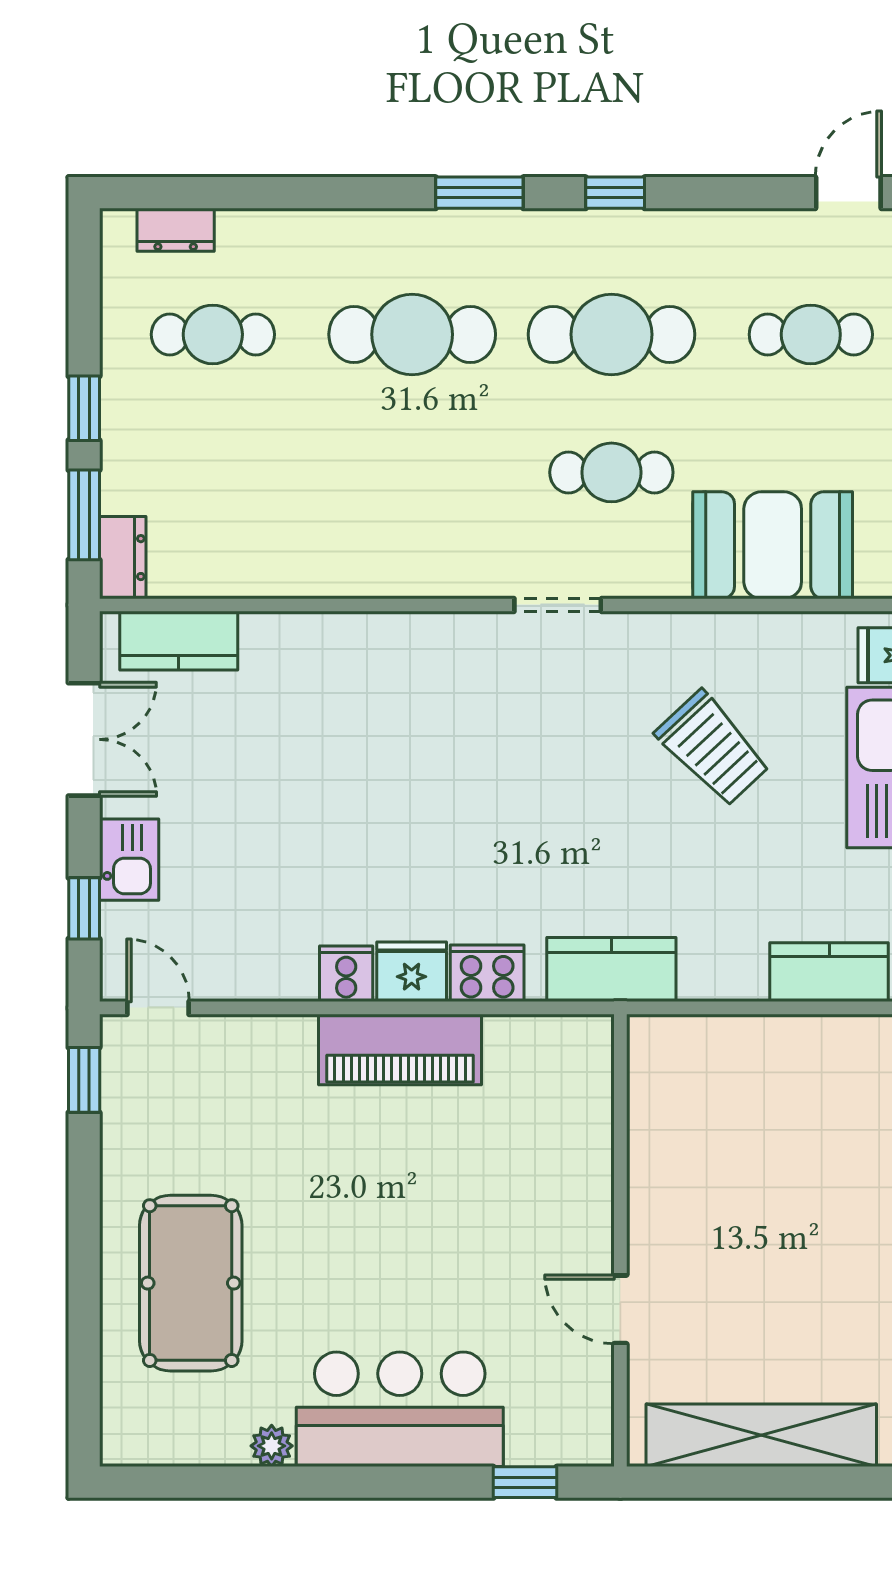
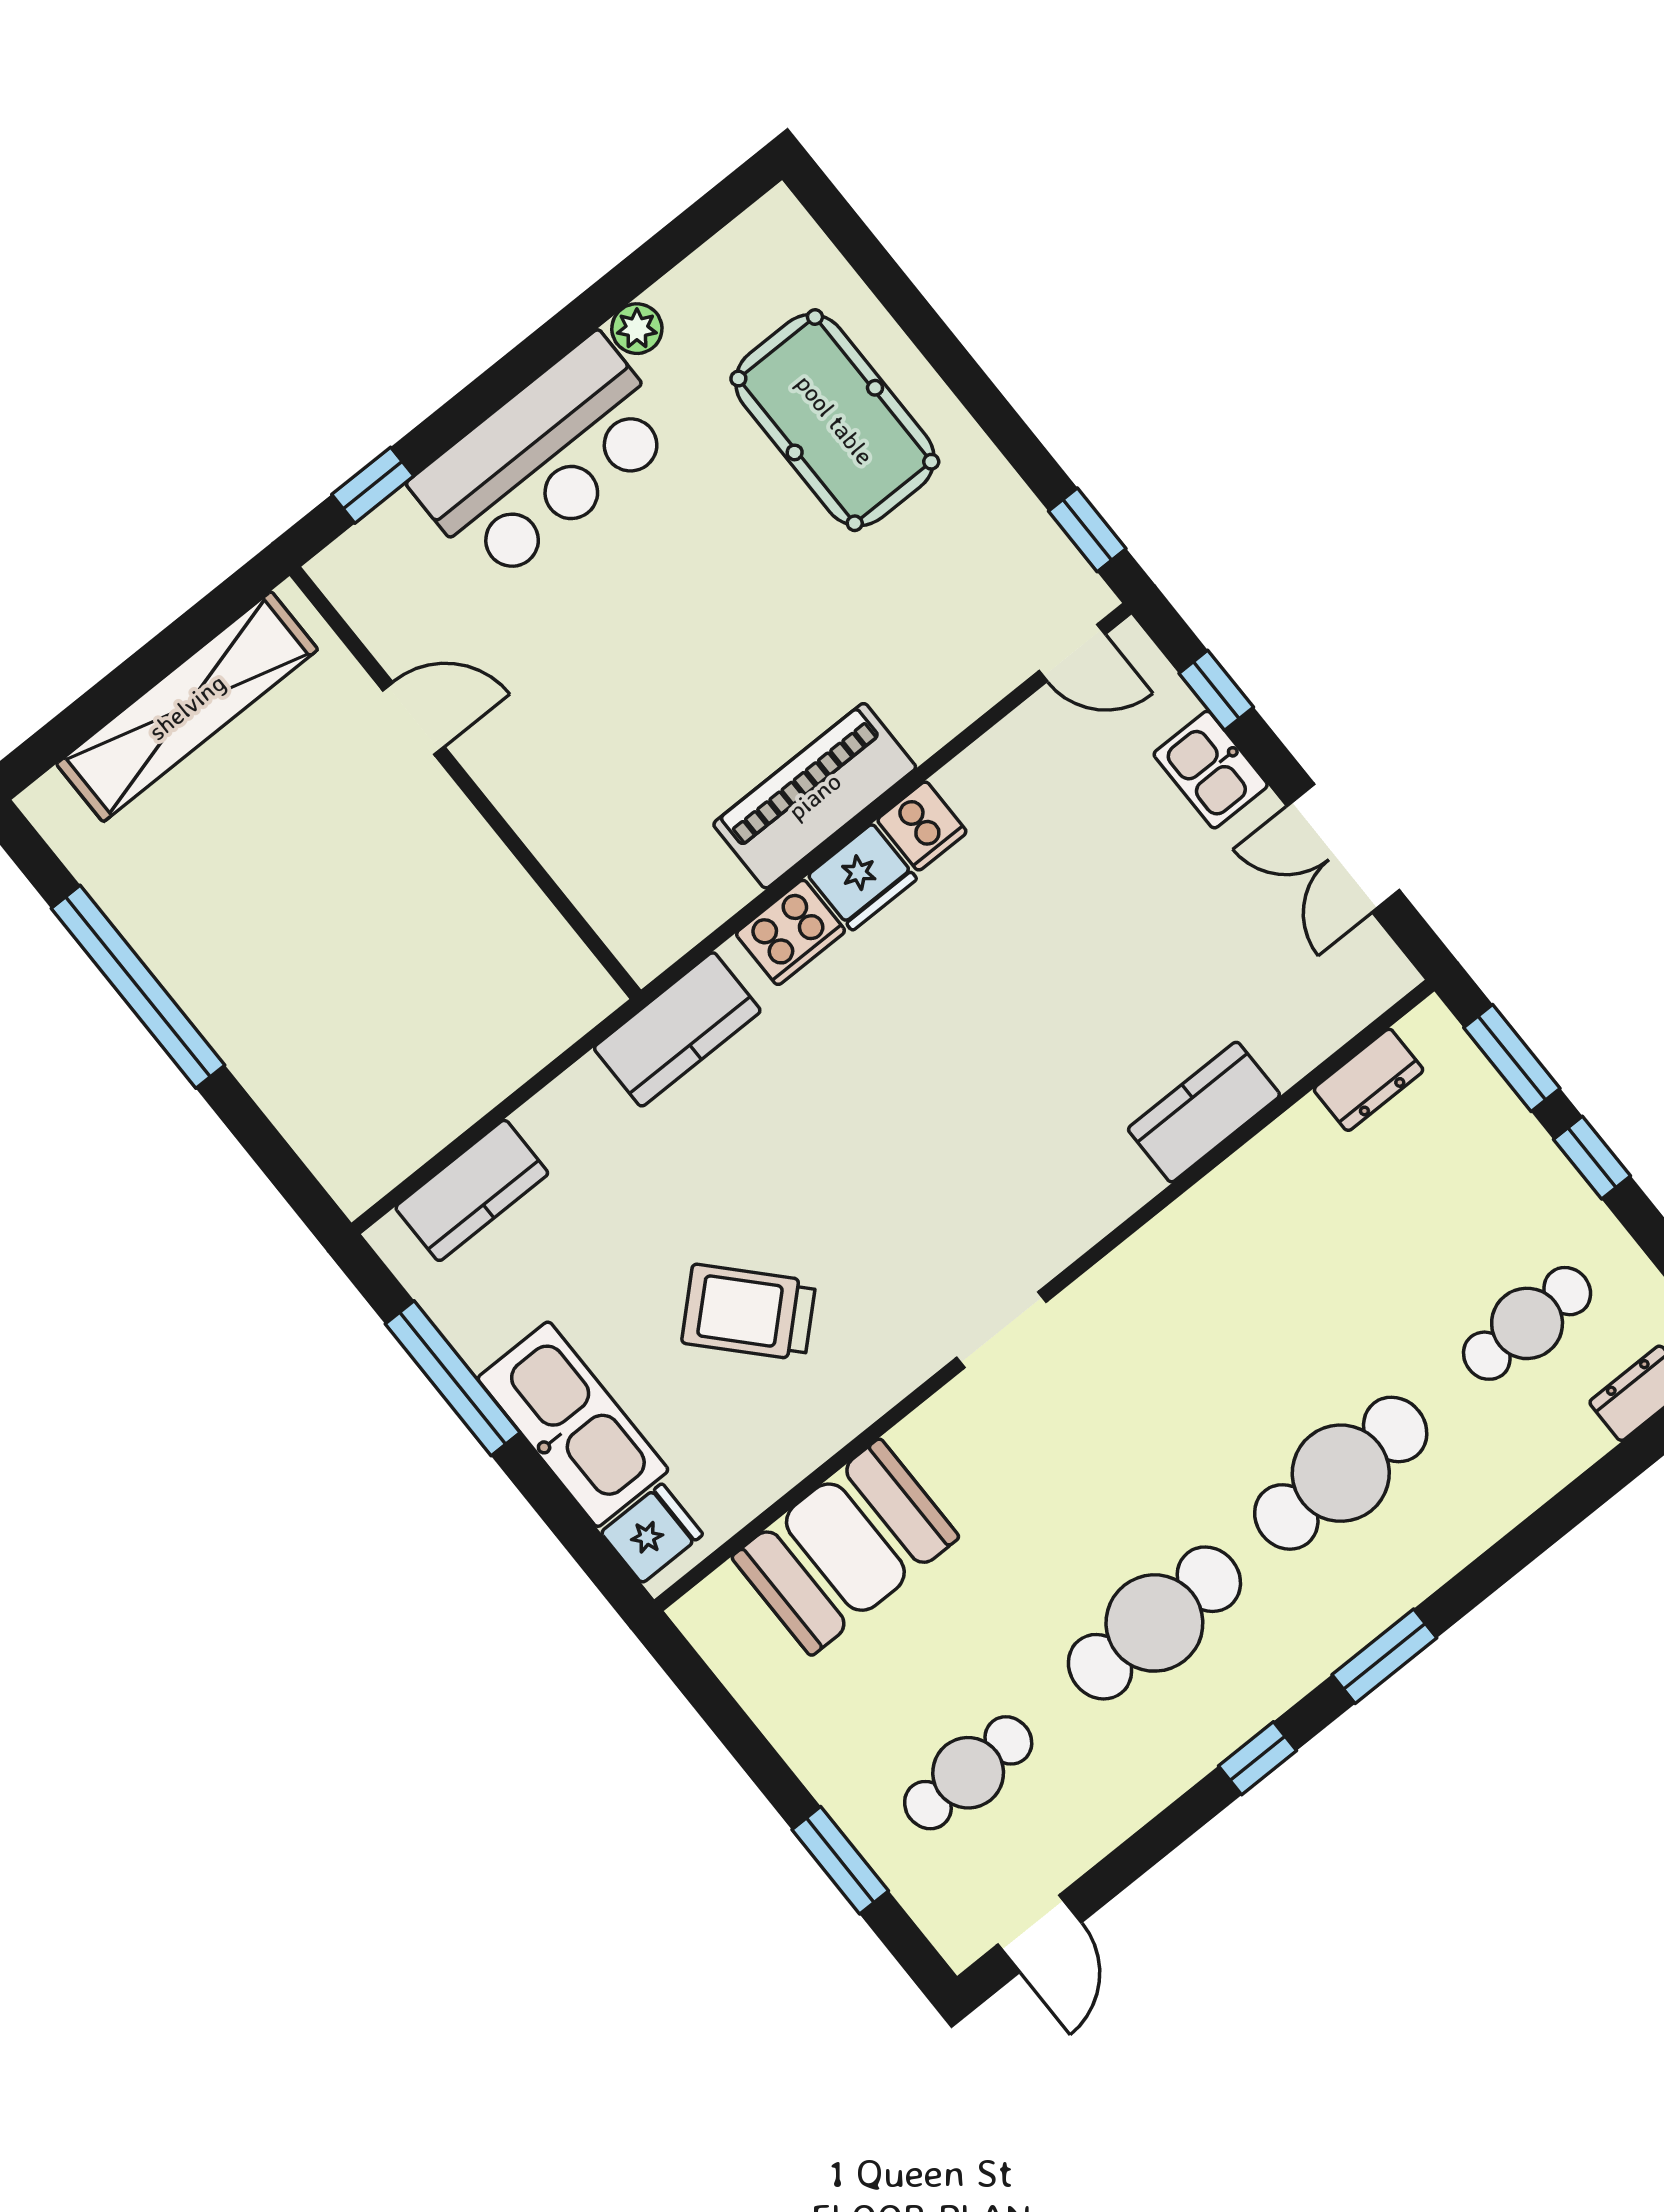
cafe table: (611, 472) -> (1051, 1494), removed
dresser: (123, 558) -> (1369, 1080), moved, turned -90
kitchen counter: (179, 641) -> (1204, 1112), moved

